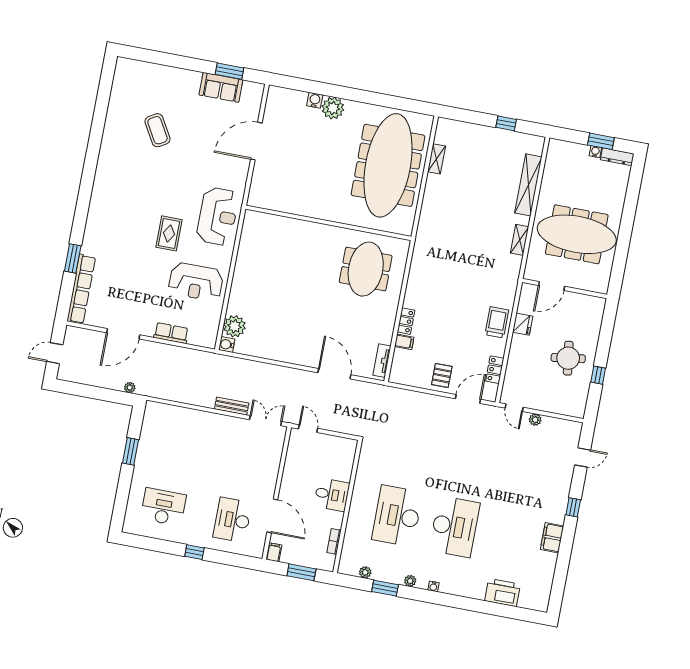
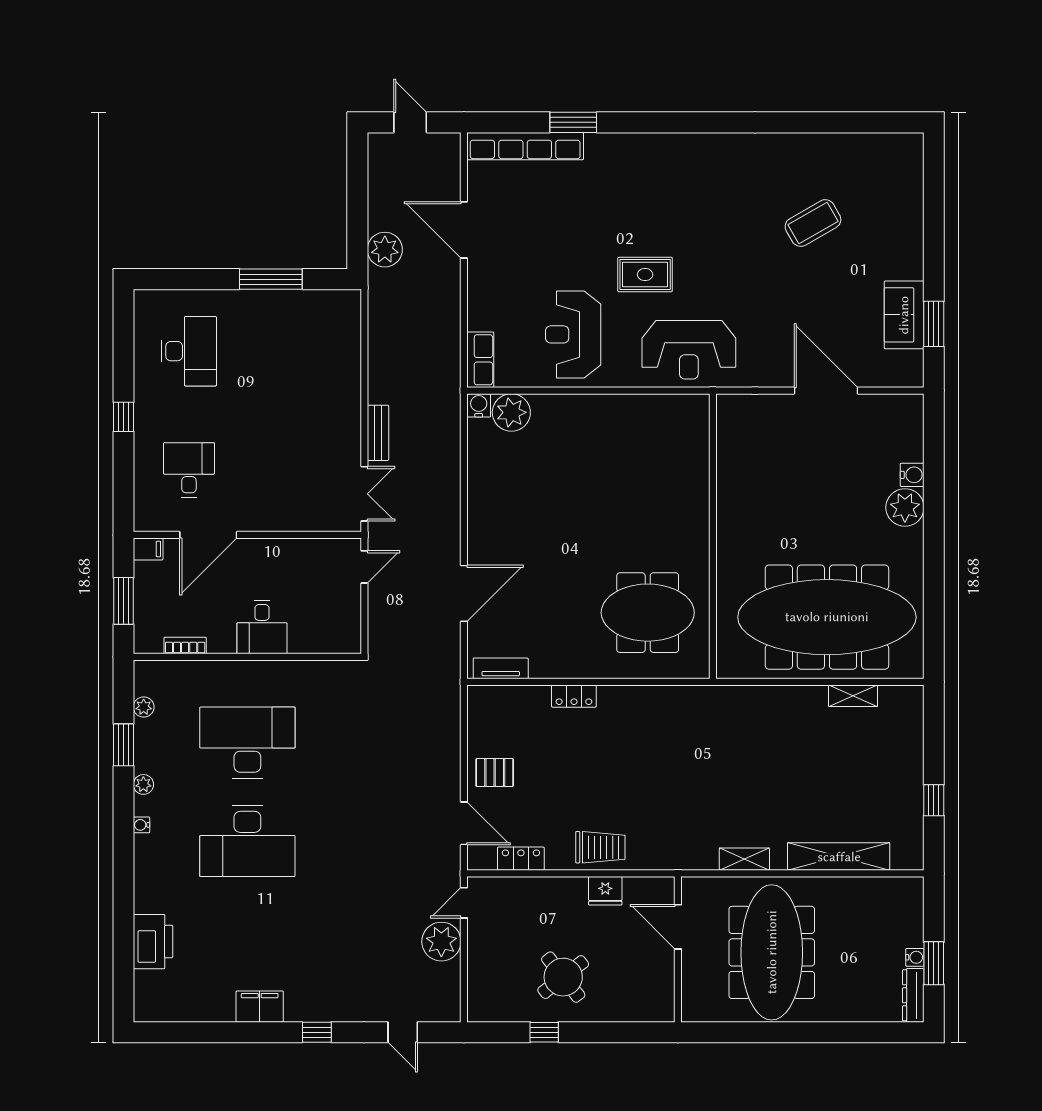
row of seats: (171, 333) -> (480, 360), moved
filing cabinet: (404, 342) -> (539, 700), removed
round table: (568, 358) -> (563, 977), turned -30
plant: (130, 388) -> (385, 250), width x1.88, depth x1.88
plant: (535, 420) -> (441, 942), width x1.87, depth x1.87
window: (131, 451) -> (271, 279), width x1.44
desk: (232, 520) -> (189, 470), width x0.73

